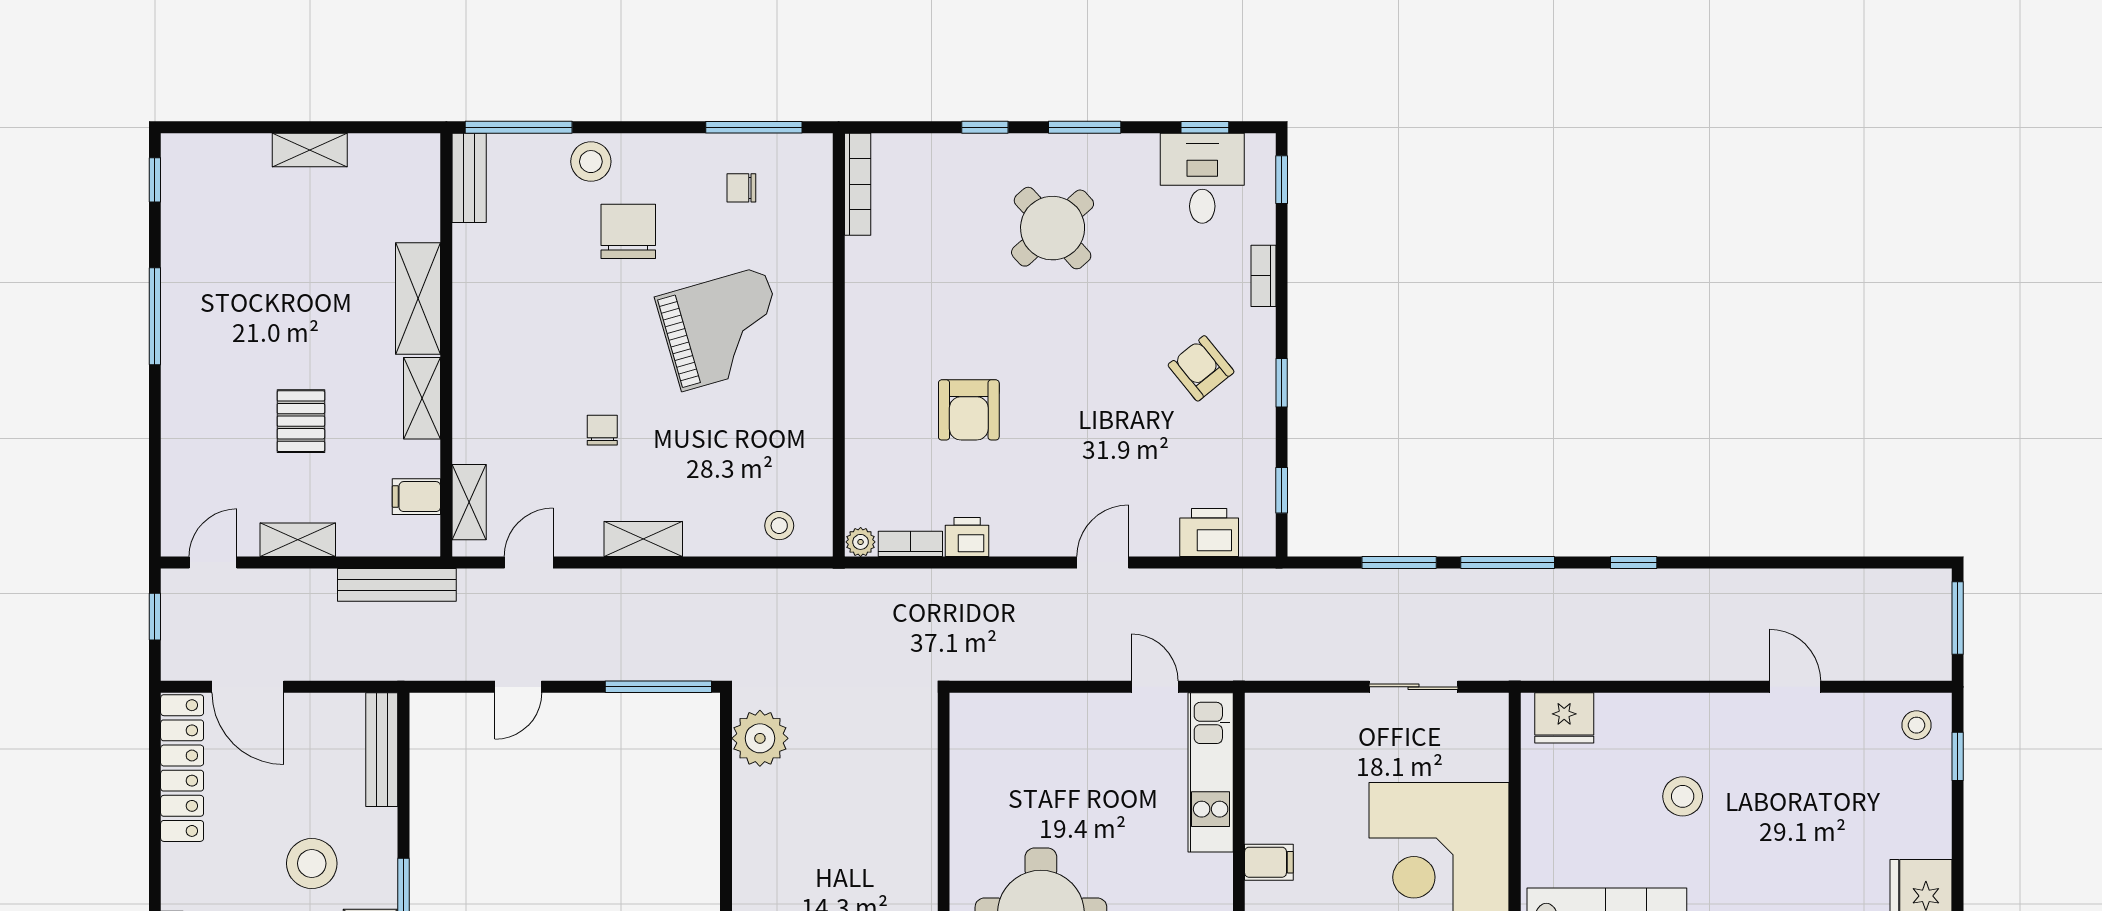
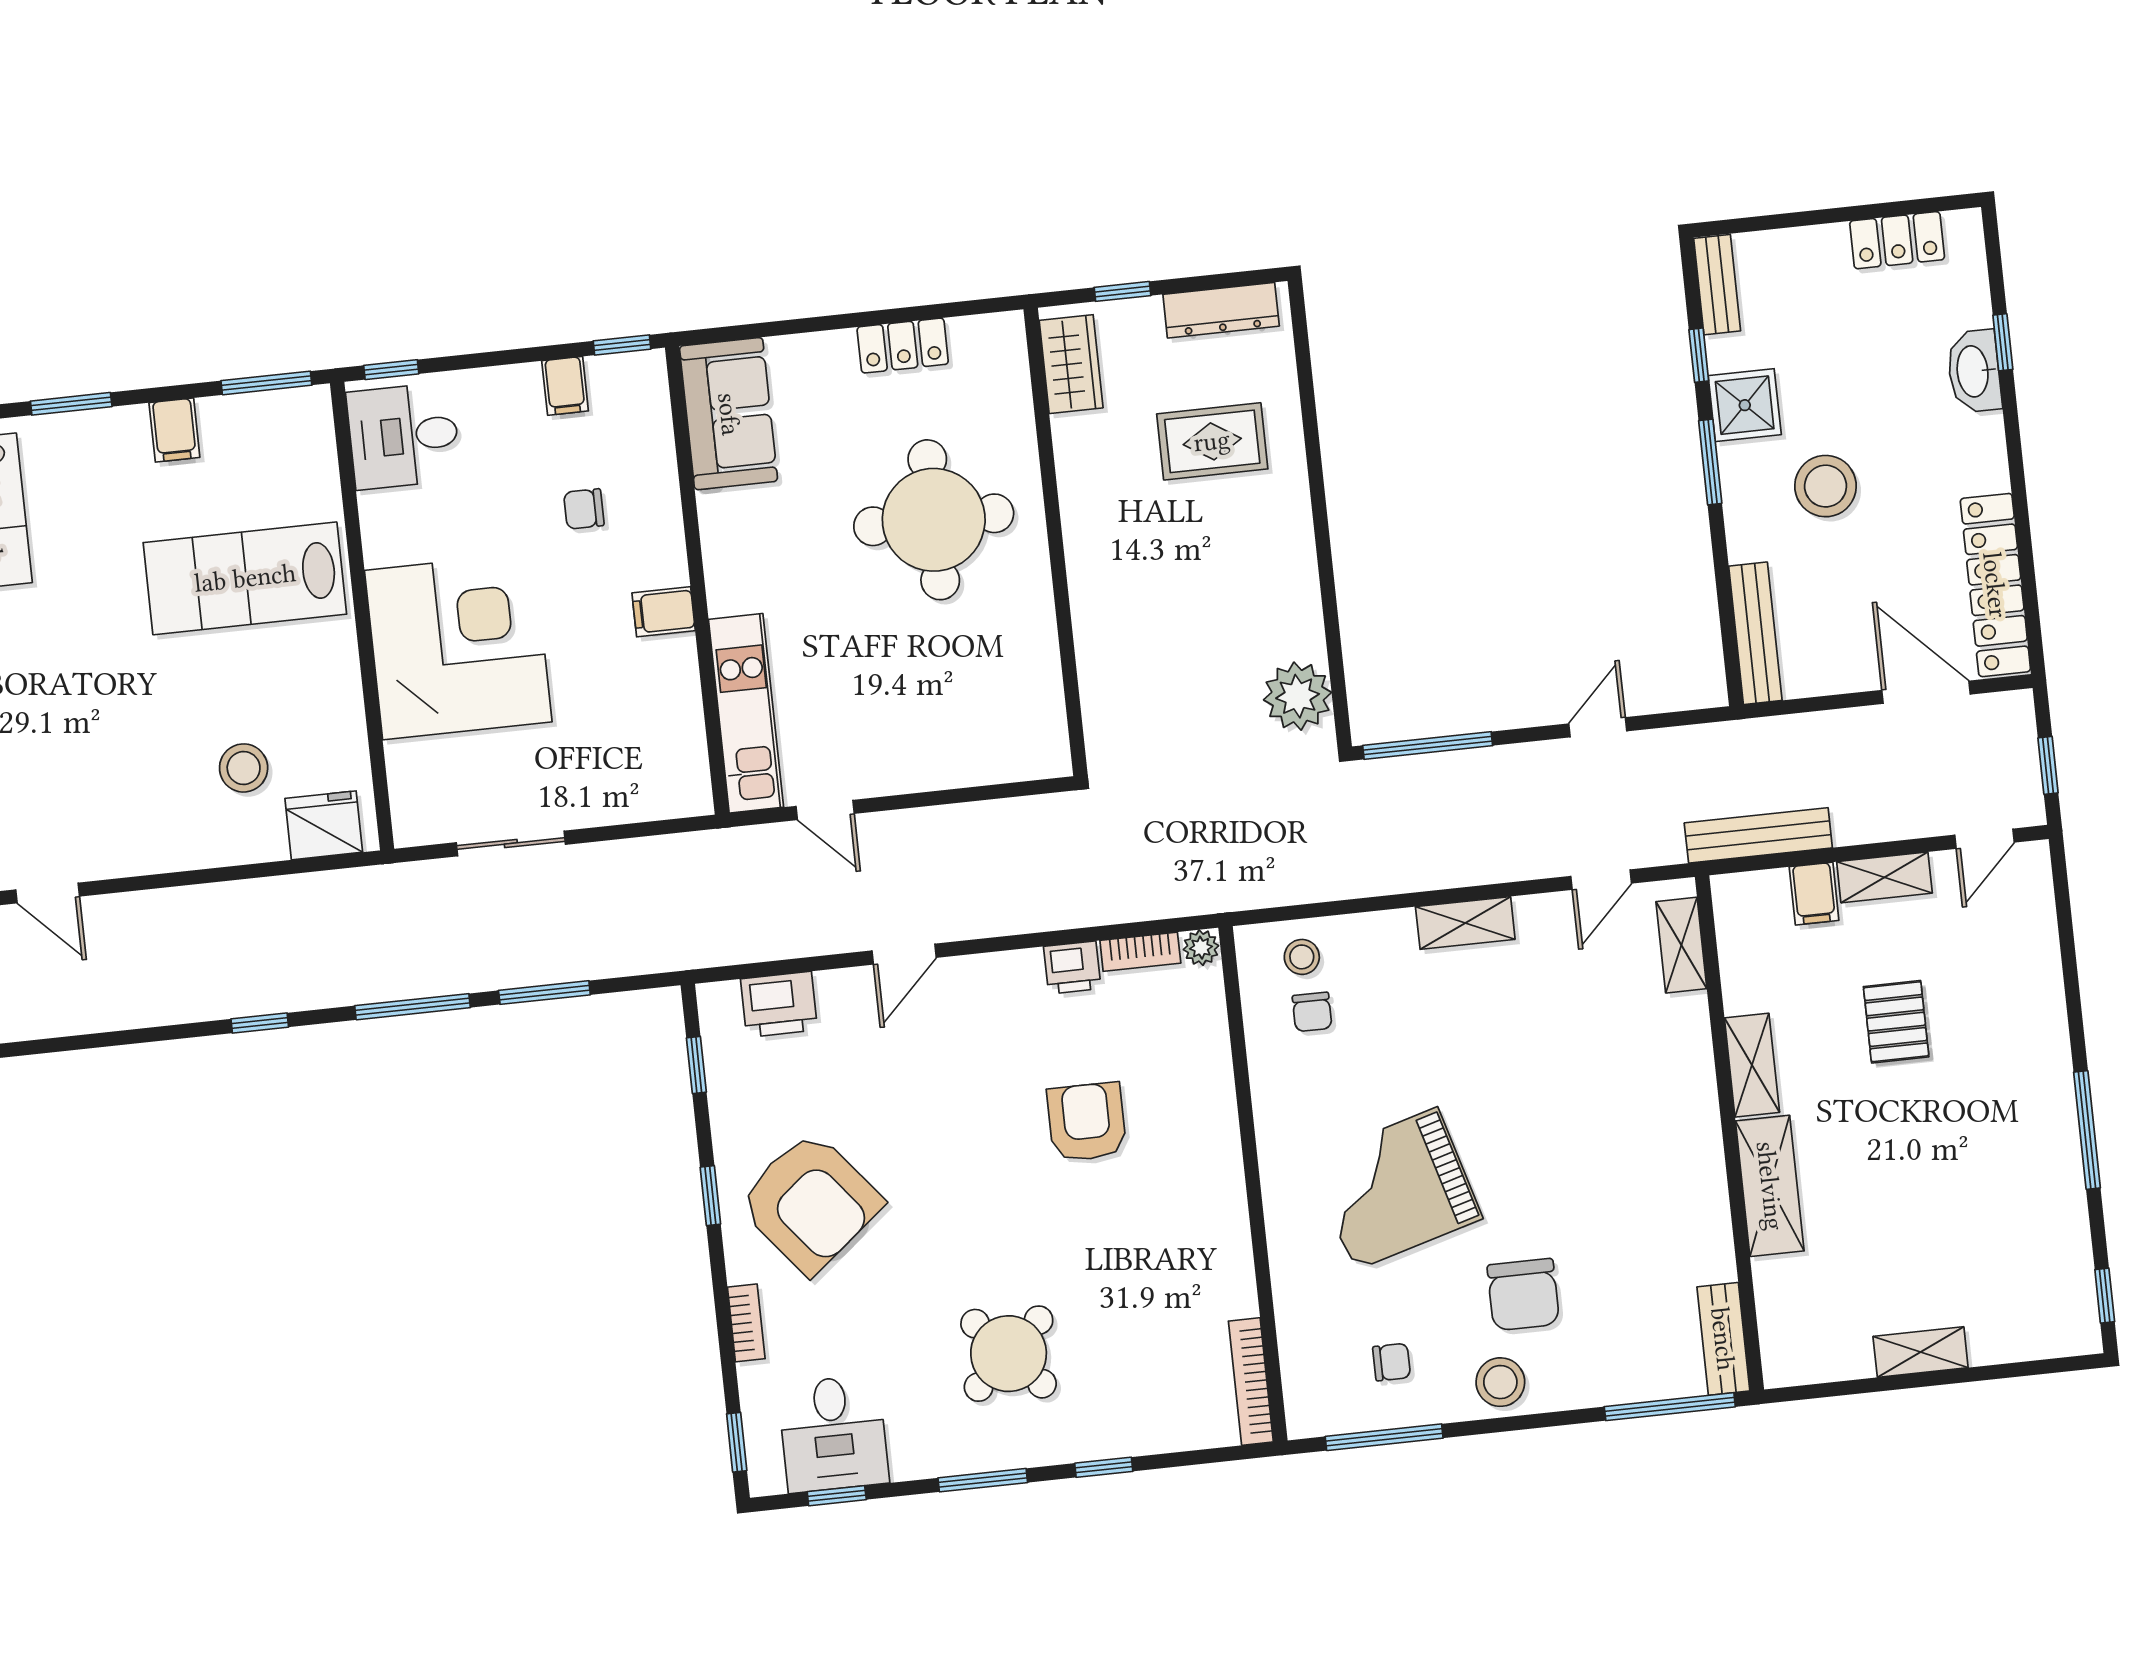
stool: (591, 162) -> (1500, 1382), moved
armchair: (1201, 368) -> (810, 1203), width x1.88, depth x1.88
chair: (602, 430) -> (1312, 1012), moved
filing cabinet: (416, 497) -> (1814, 894), moved, turned 90
stool: (1683, 796) -> (244, 768), moved

